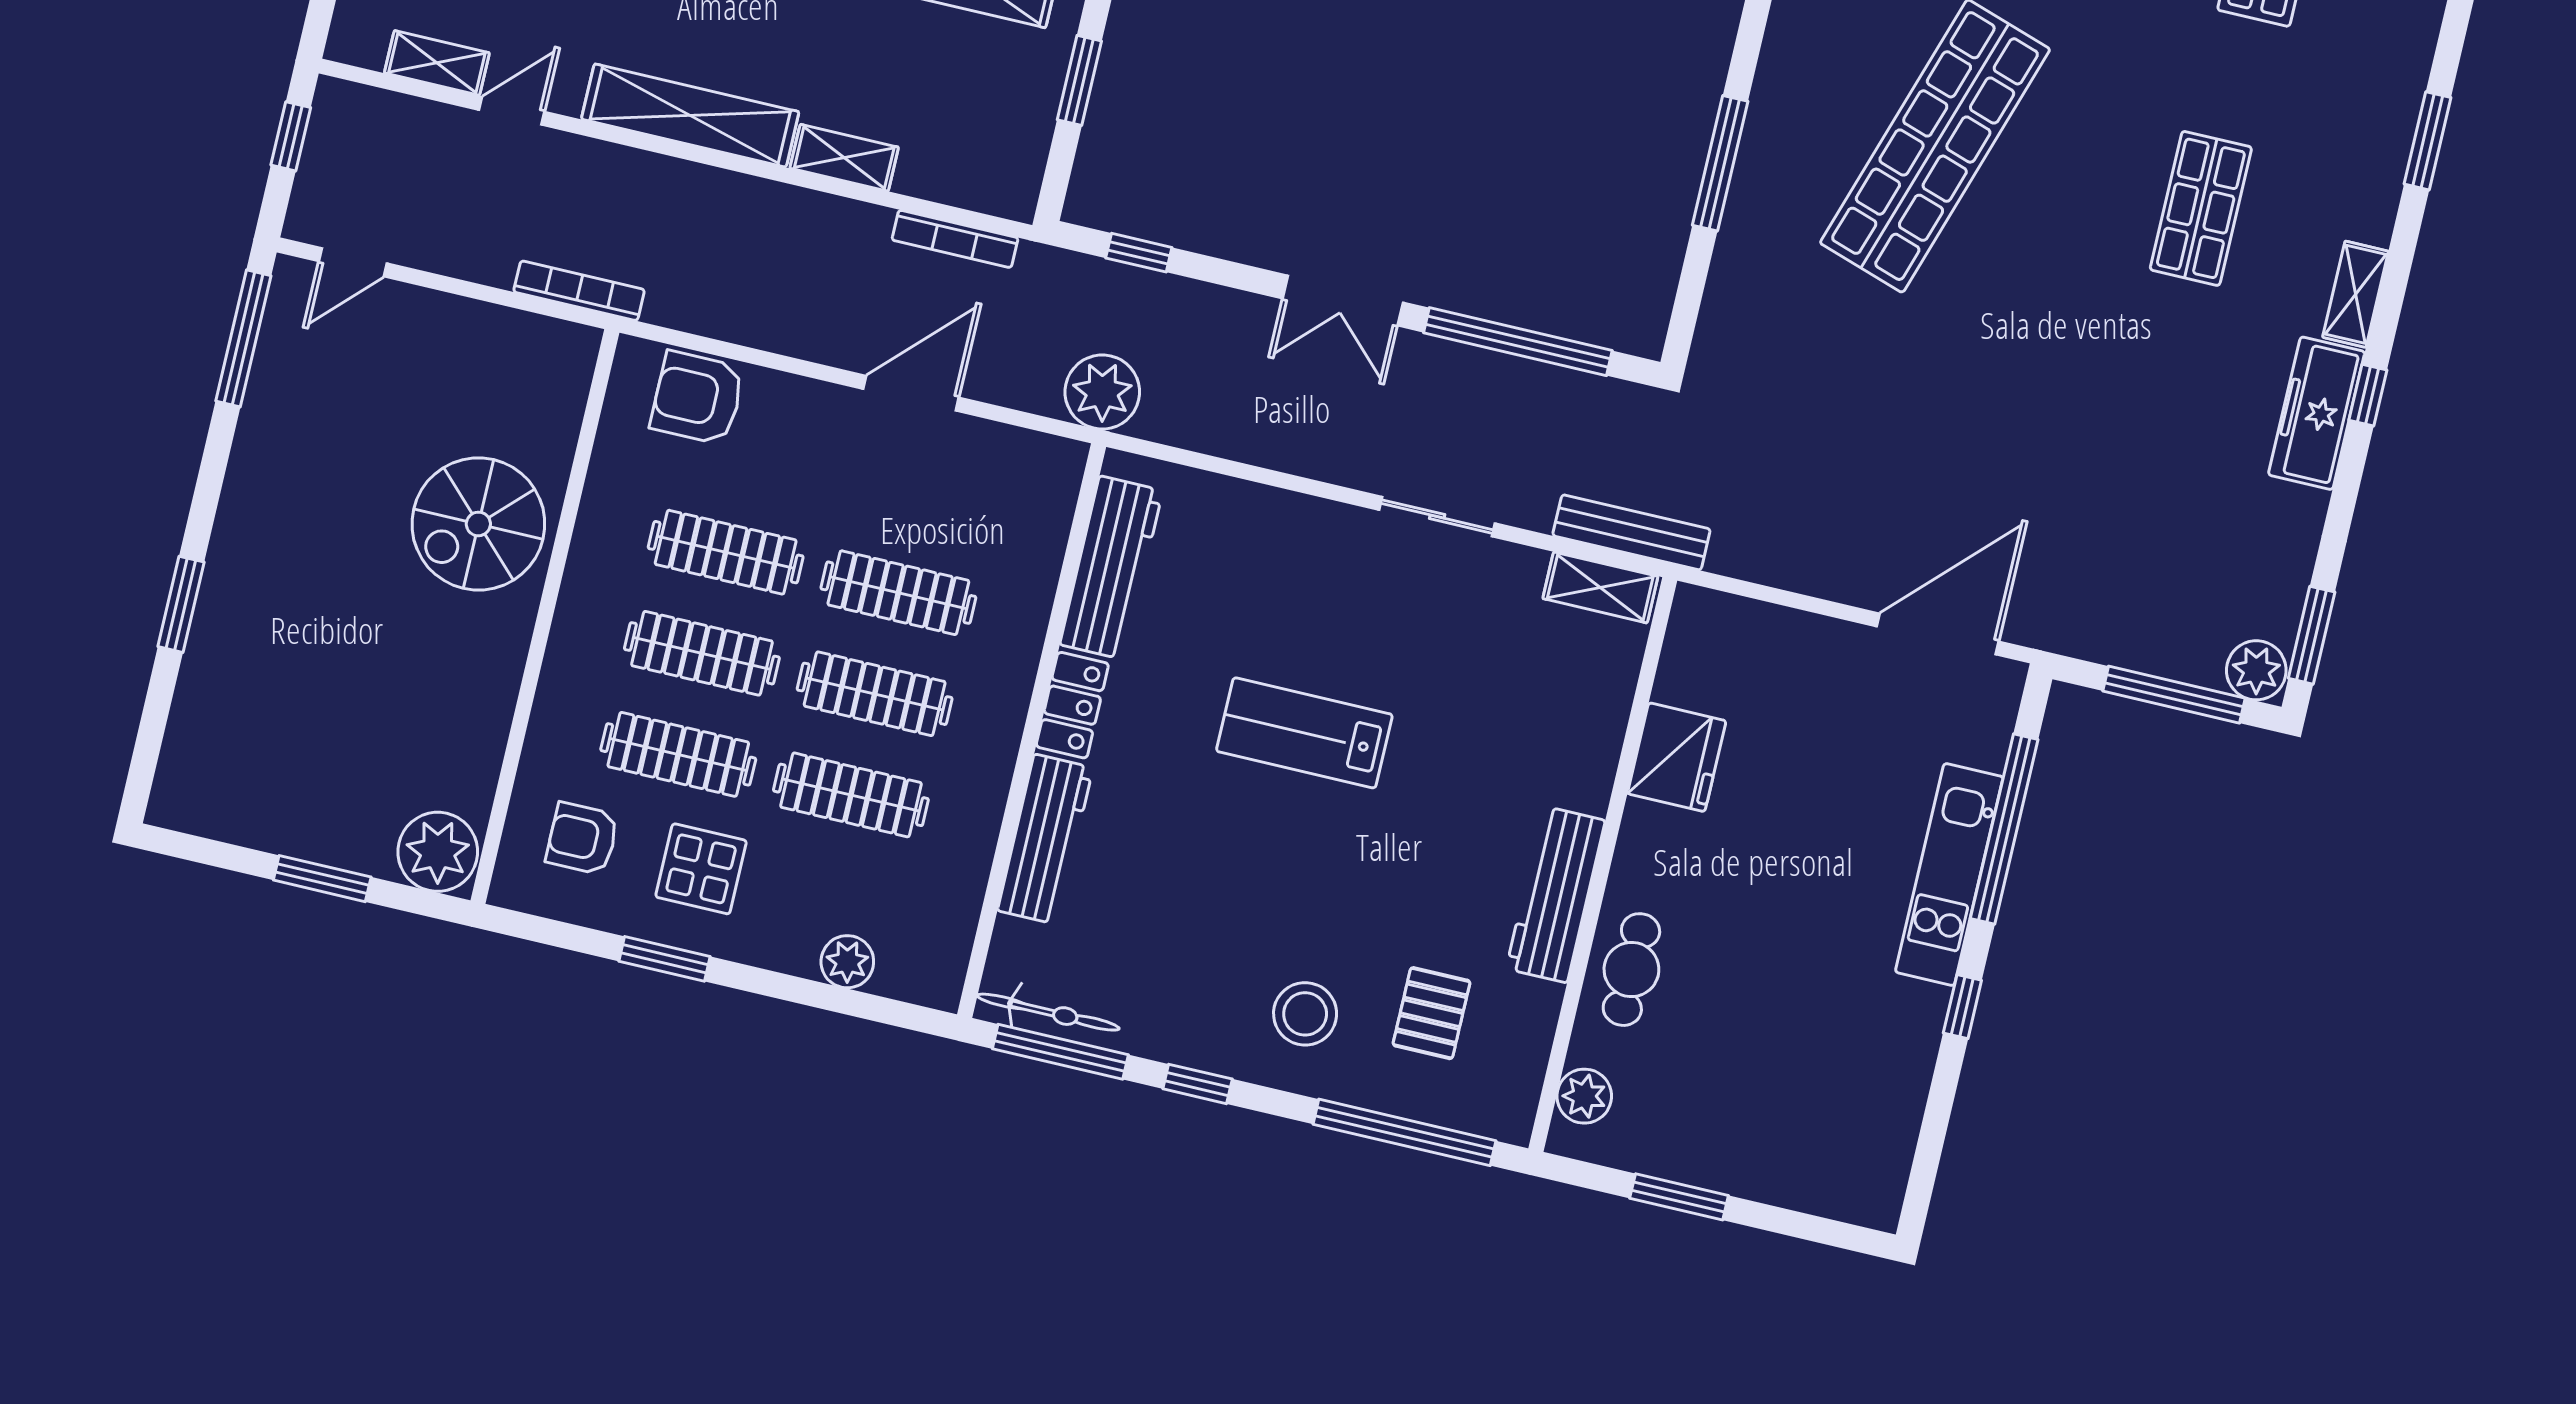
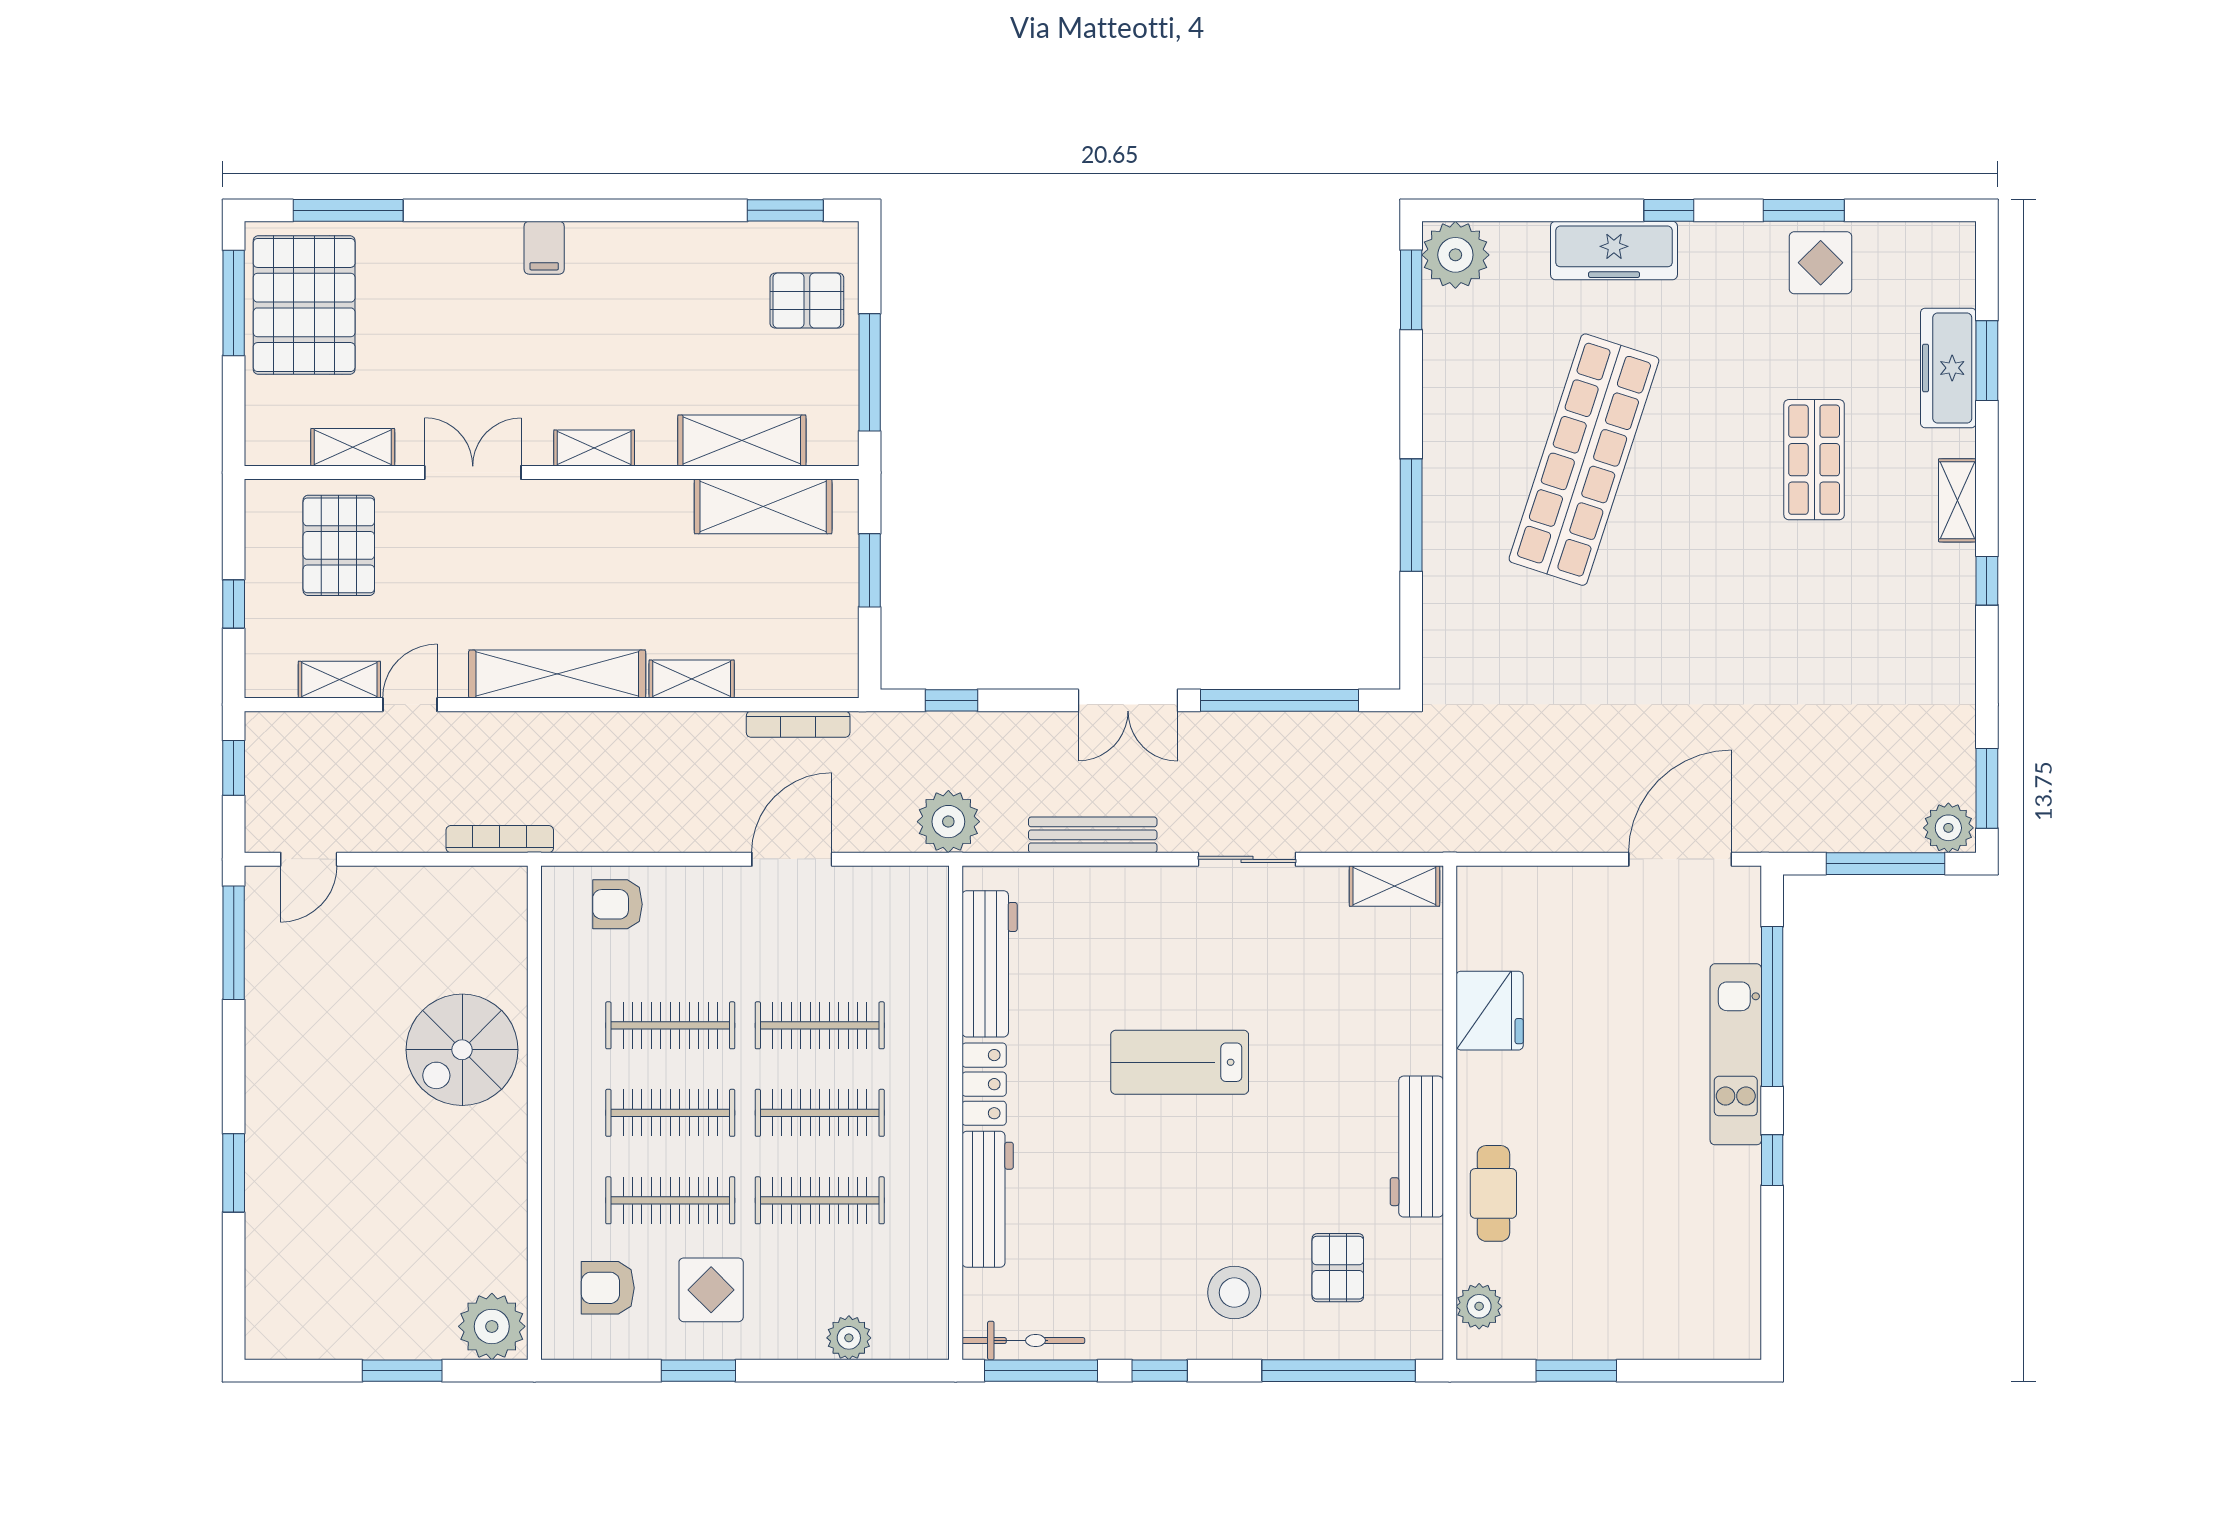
armchair: (697, 398) -> (617, 904), width x0.72, depth x0.72
freezer: (2317, 413) -> (1948, 368), moved
bench: (1631, 532) -> (1093, 835), moved

